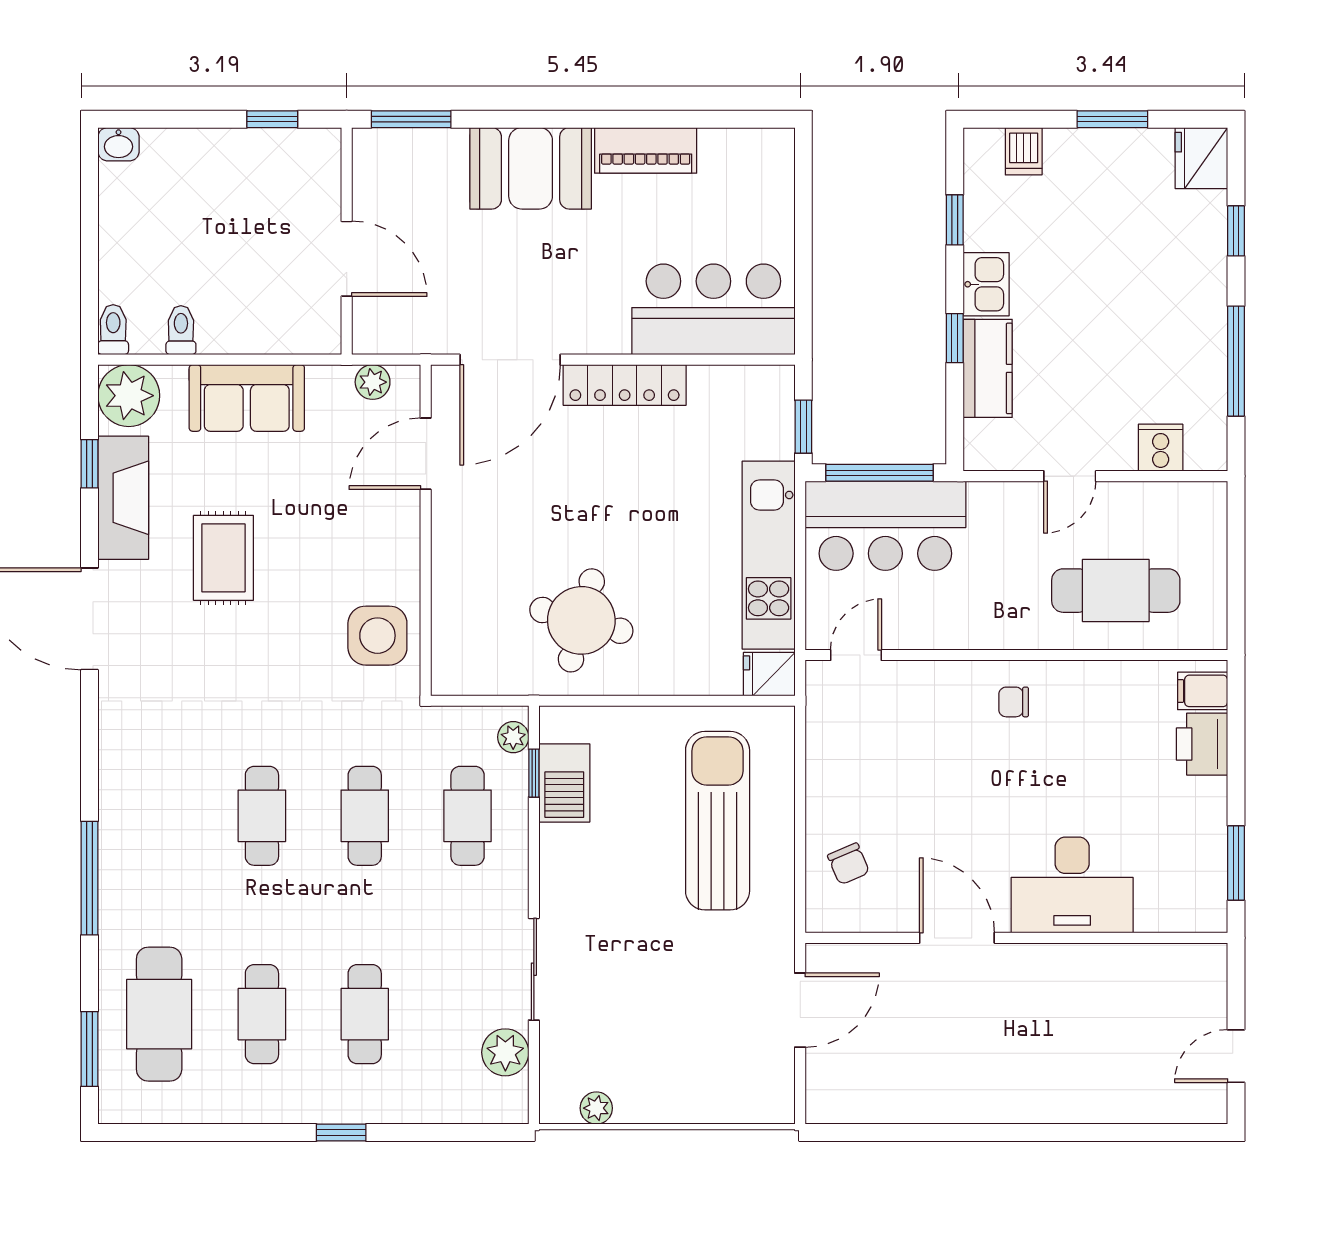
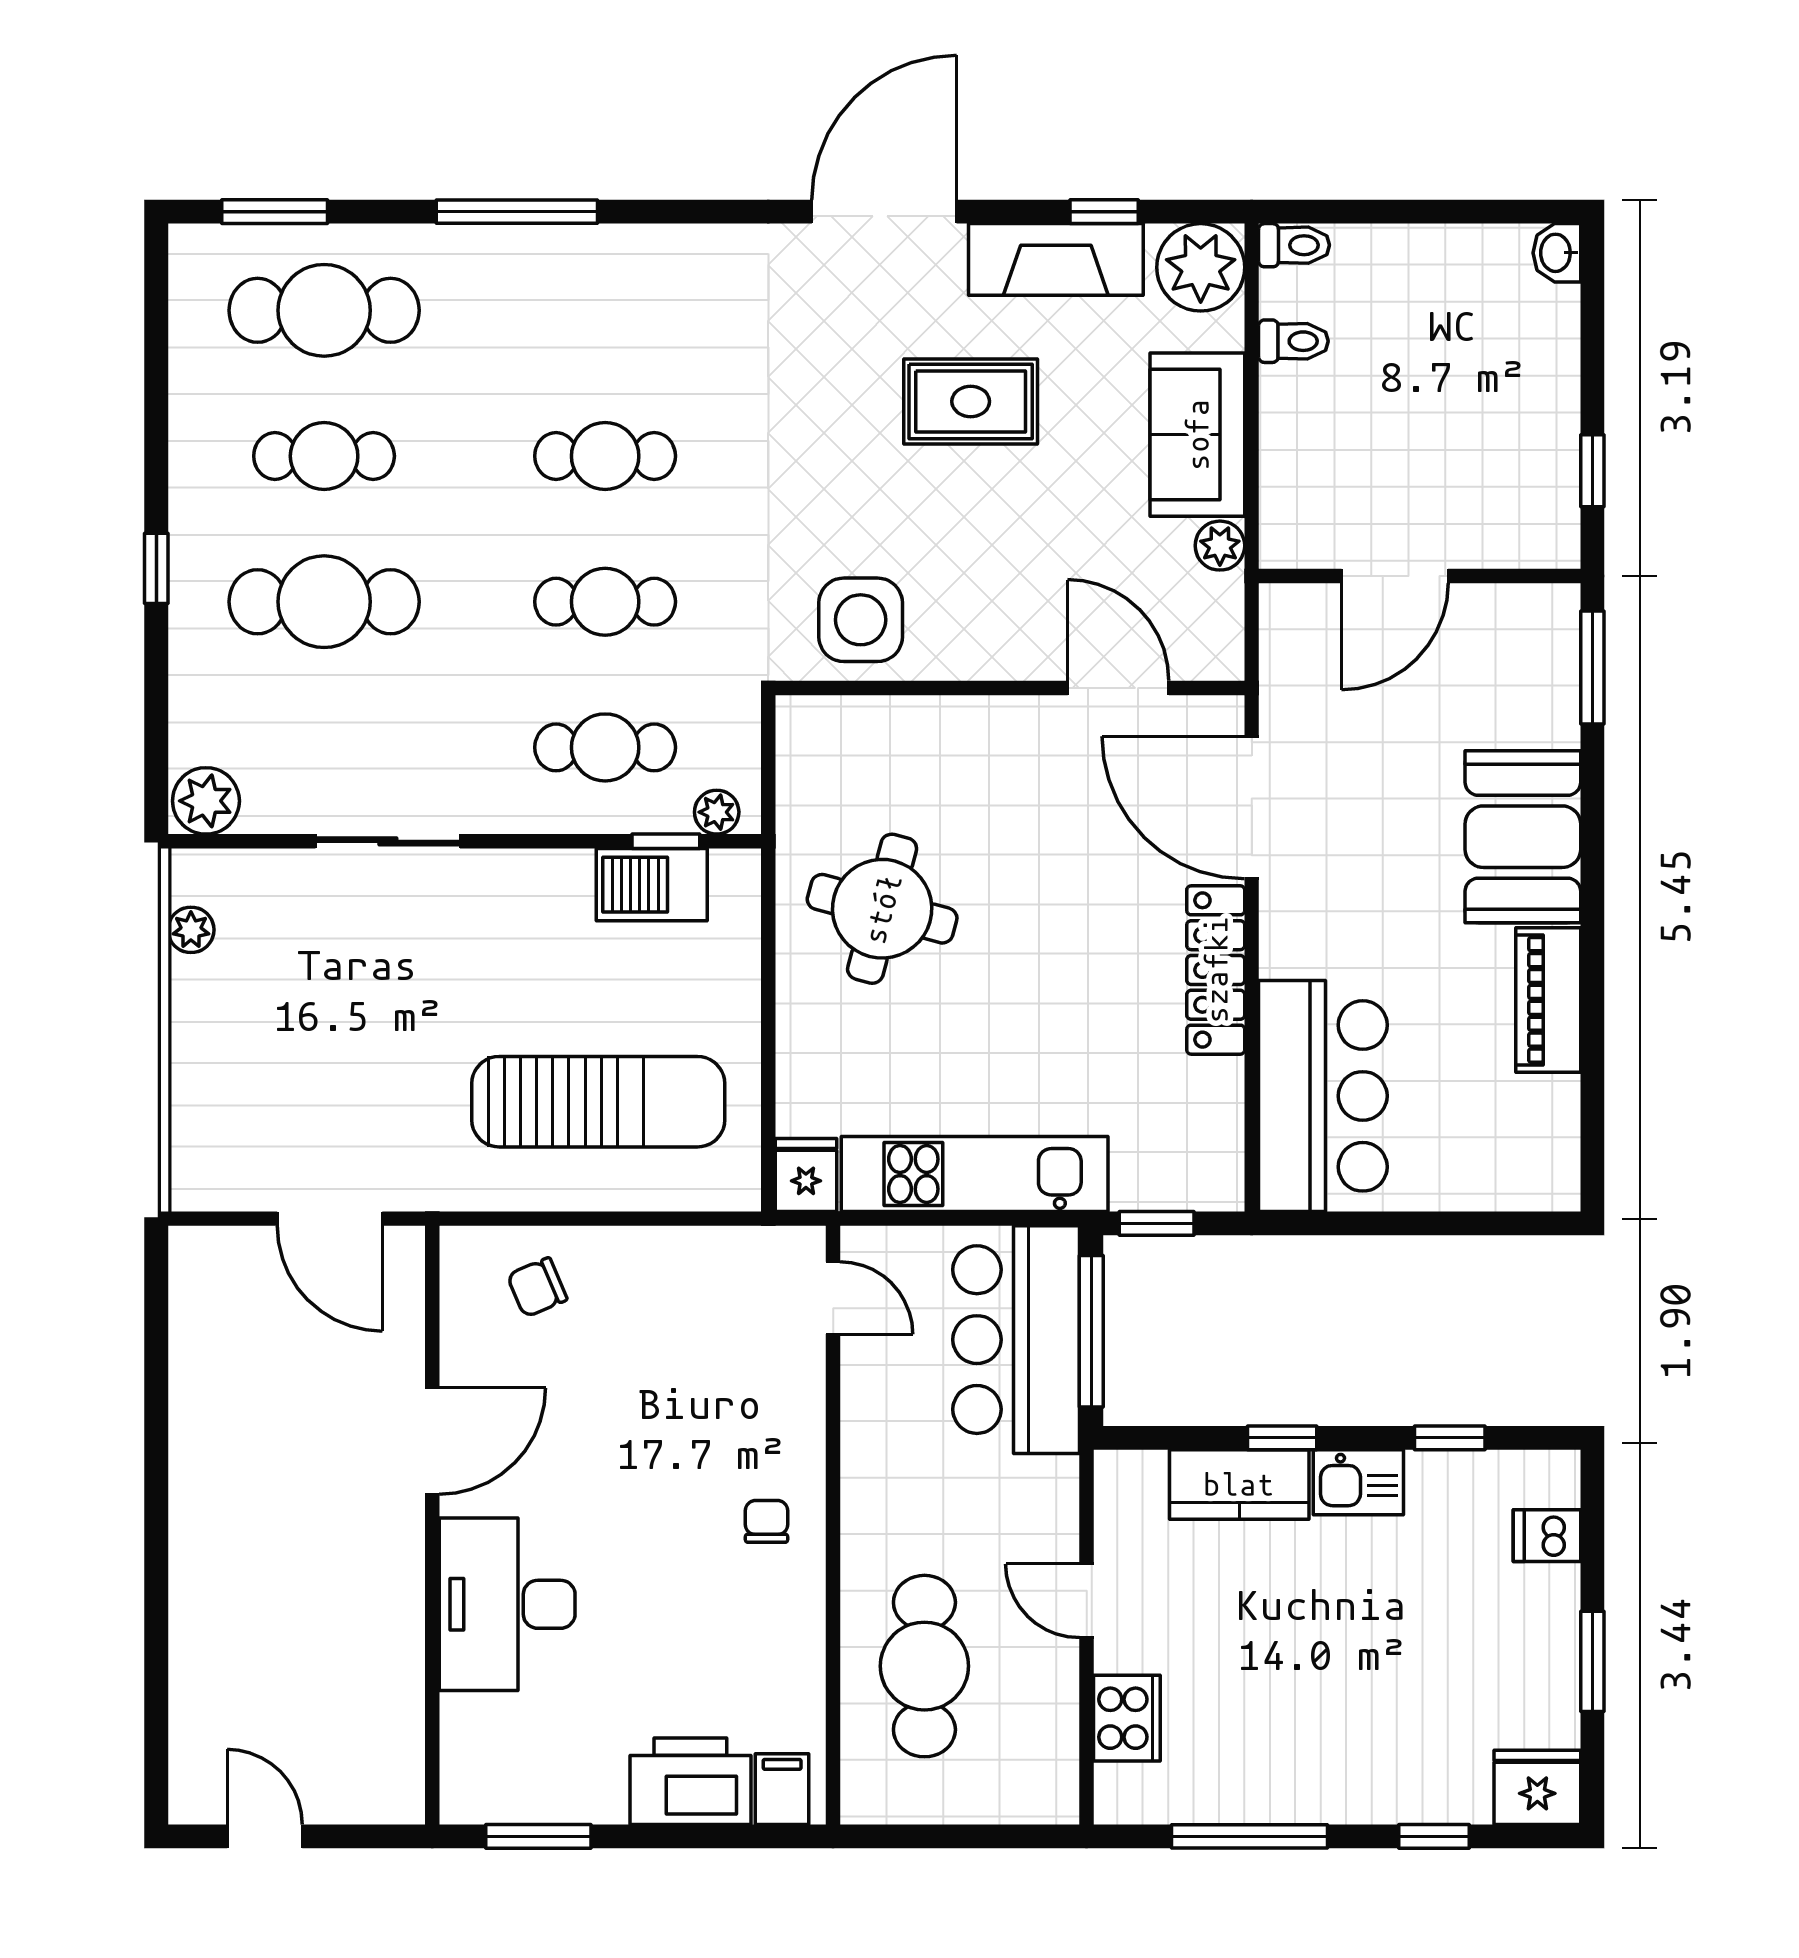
plant: (373, 382) -> (1220, 546), moved
cooker: (1161, 448) -> (1127, 1718), width x1.36
printer: (1202, 744) -> (690, 1781), width x1.37, depth x1.19
cafe table: (365, 1014) -> (324, 602), width x1.37, depth x1.35
plant: (505, 1052) -> (206, 801), moved

